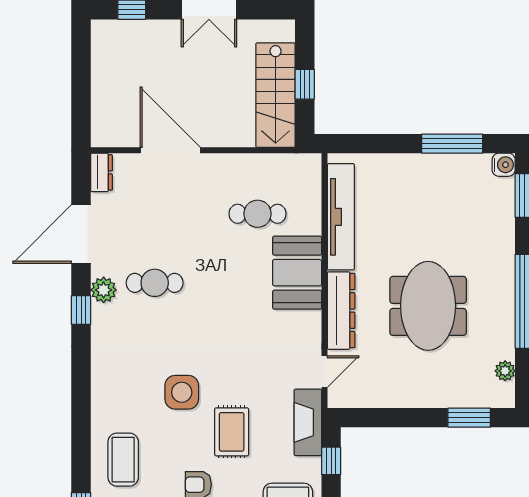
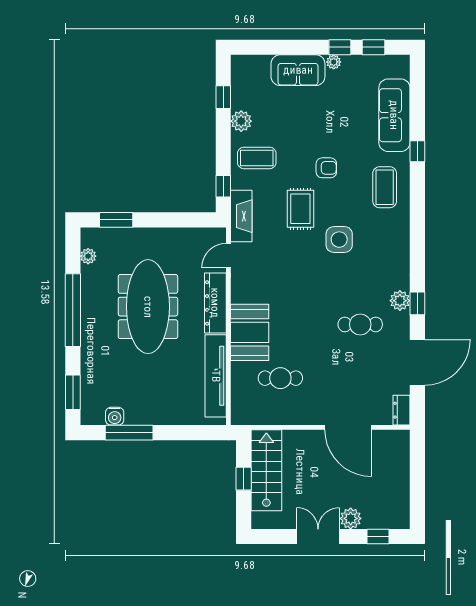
plant: (167, 33) -> (351, 518), added
water cooler: (504, 165) -> (115, 416), moved, turned -90
plant: (104, 290) -> (400, 301), moved
meeting table: (428, 306) -> (148, 307), width x1.36

